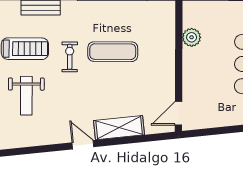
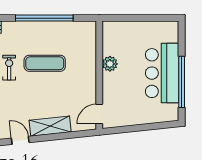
plant: (192, 37) -> (110, 64), moved

